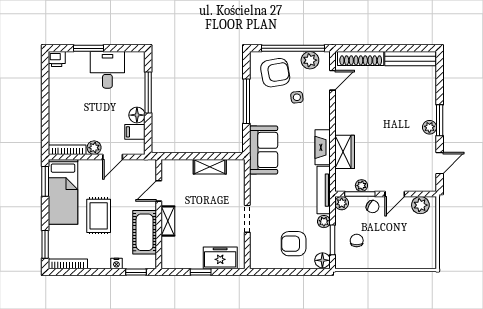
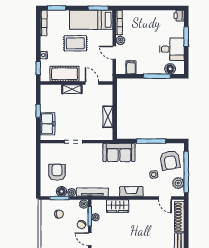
floor lamp: (137, 115) -> (170, 69), moved
fireplace: (323, 147) -> (131, 191), moved
floor lamp: (322, 260) -> (62, 191), moved

